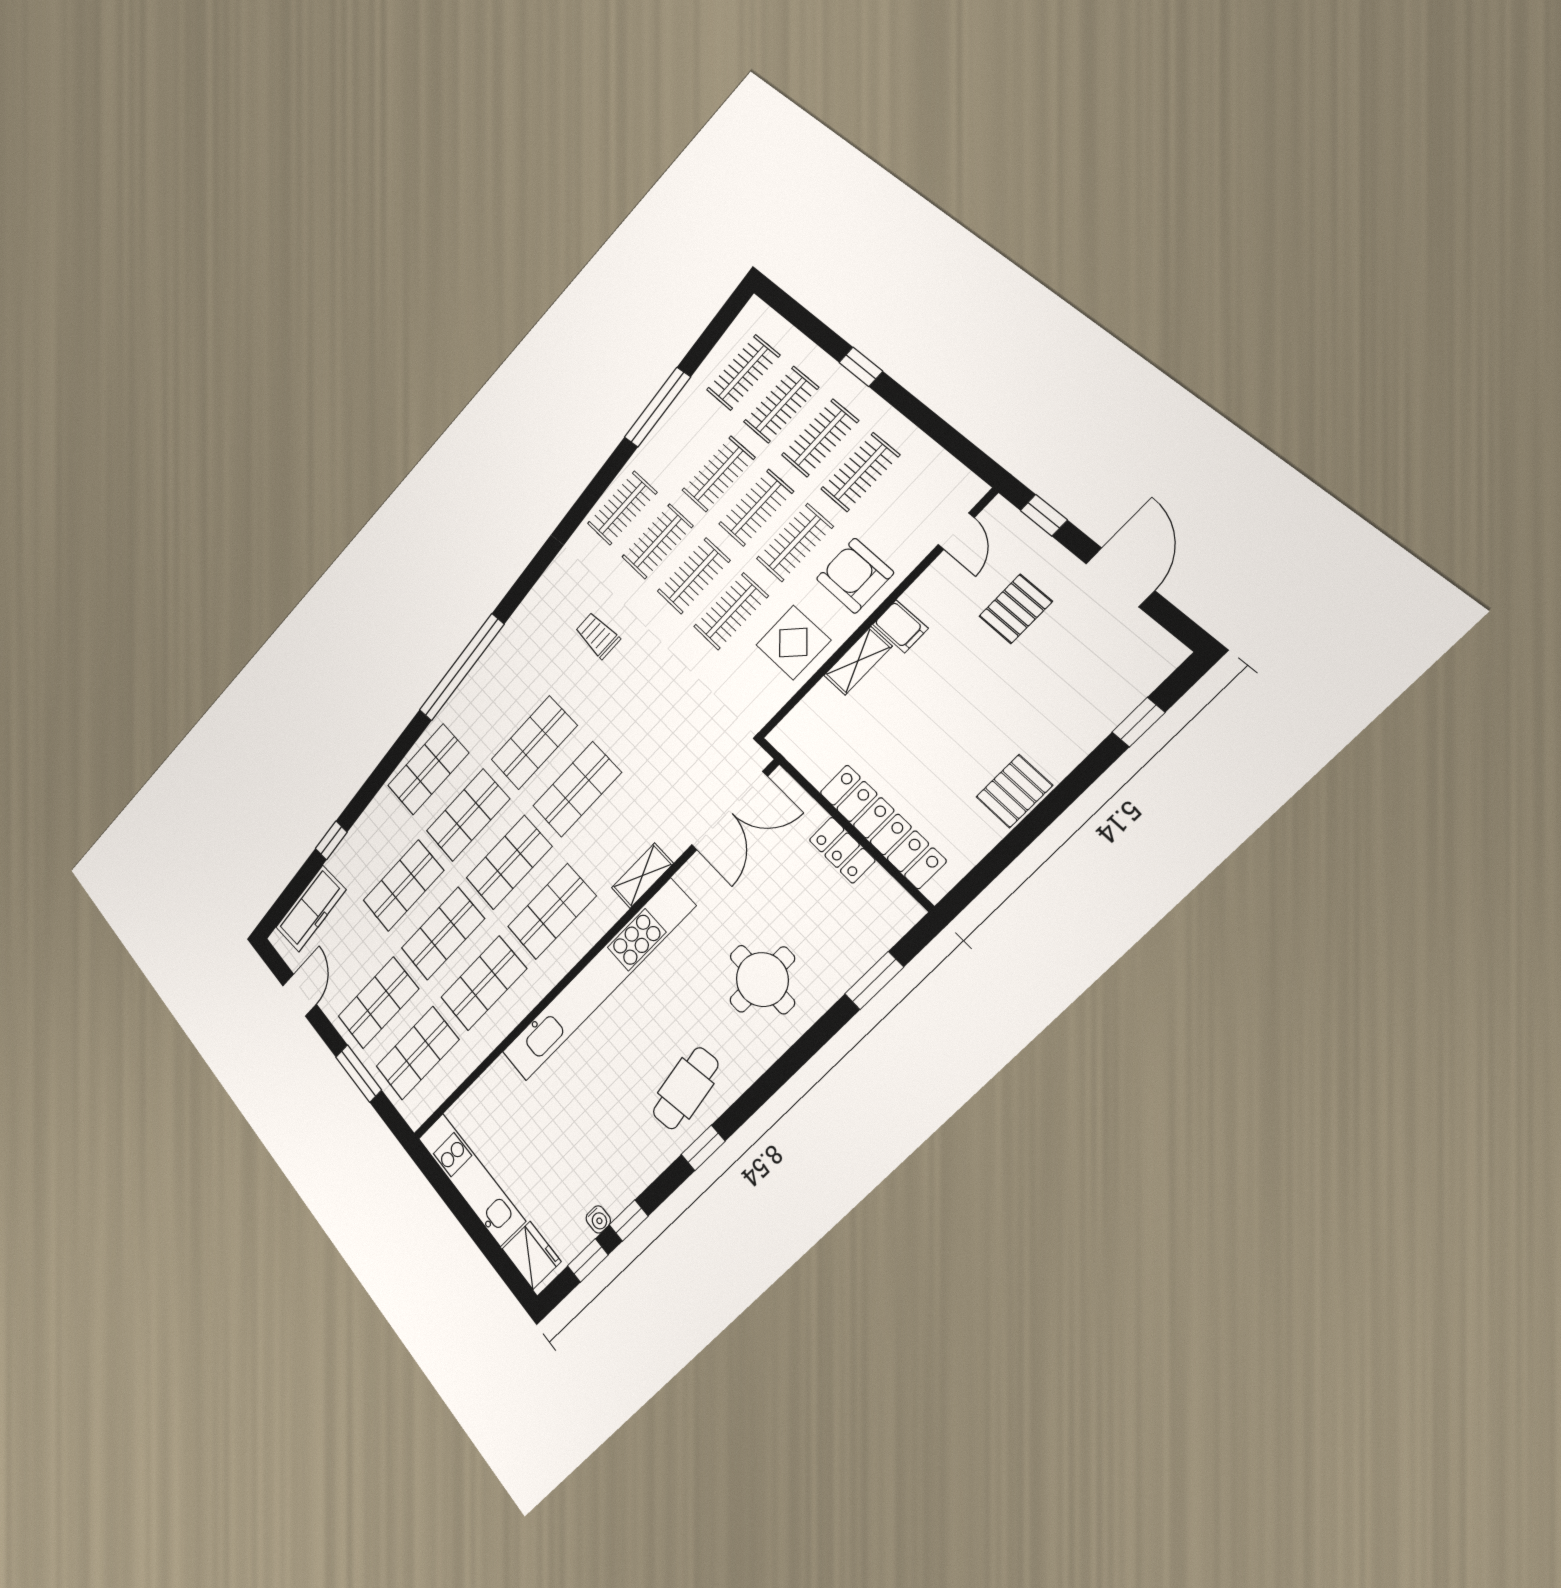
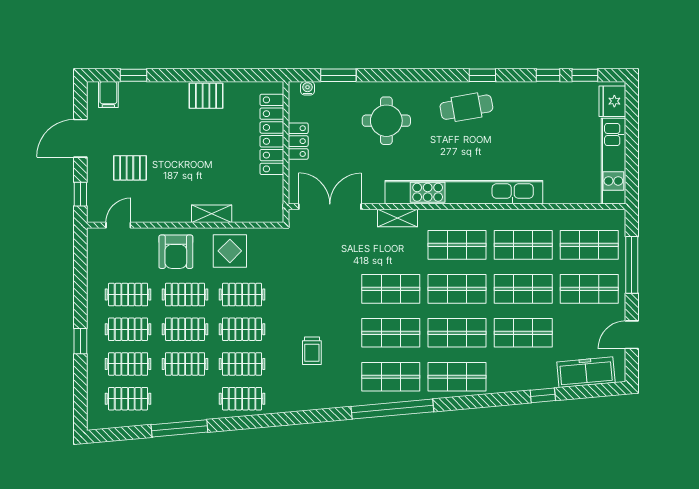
filing cabinet: (900, 626) -> (108, 95), moved, turned 180
shop shelf: (493, 698) -> (391, 377), added
window: (359, 1073) -> (632, 265), width x1.44
water cooler: (598, 1219) -> (308, 88), moved

